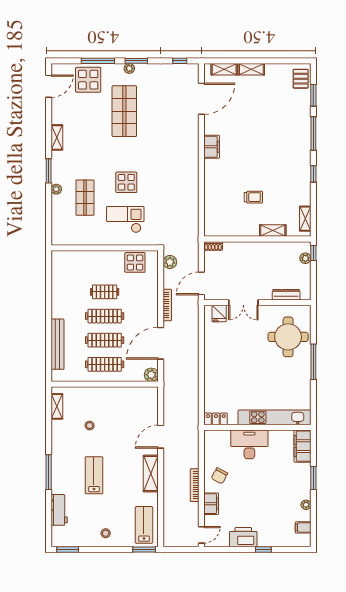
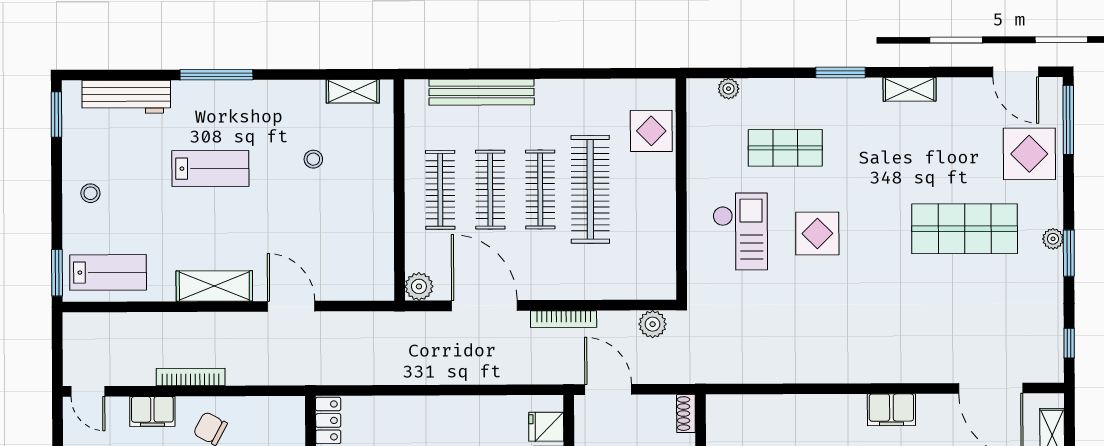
window: (98, 61) -> (1068, 120), moved
plant: (56, 189) -> (729, 89), moved
display table: (135, 262) -> (651, 131), moved
clothes rail: (105, 292) -> (590, 189), width x1.86, depth x1.31
workbench: (59, 510) -> (126, 97), width x1.38

